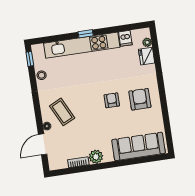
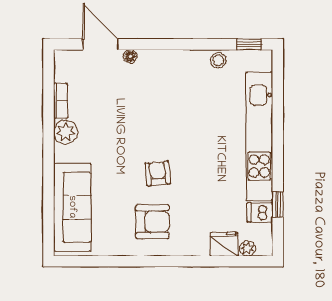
window: (86, 34) -> (278, 204), moved
armchair: (112, 100) -> (158, 174), turned -96
coffee table: (62, 112) -> (151, 86), removed

